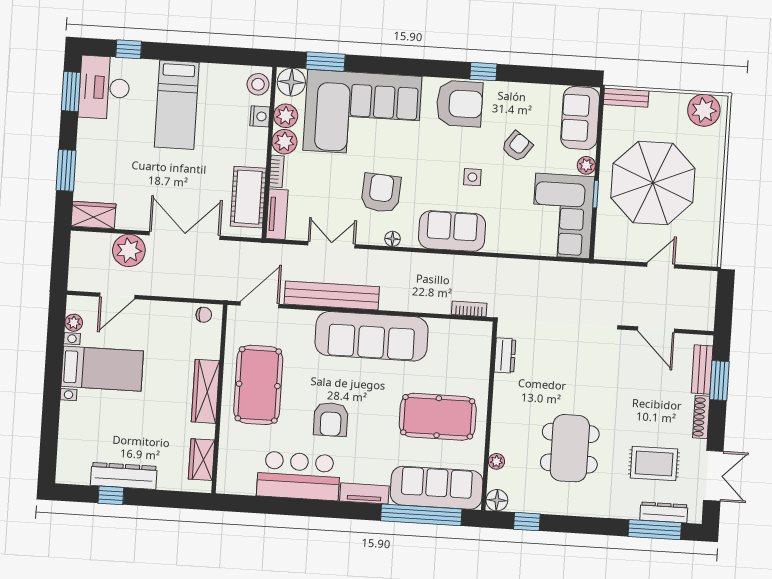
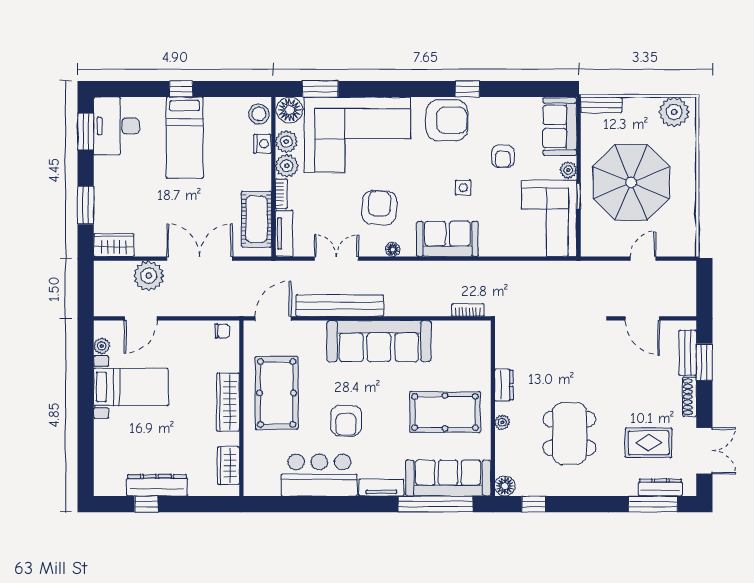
window: (129, 49) -> (181, 89), moved
armchair: (517, 146) -> (503, 156), turned 144
dresser: (505, 355) -> (504, 385), moved
plant: (496, 461) -> (502, 422), moved

